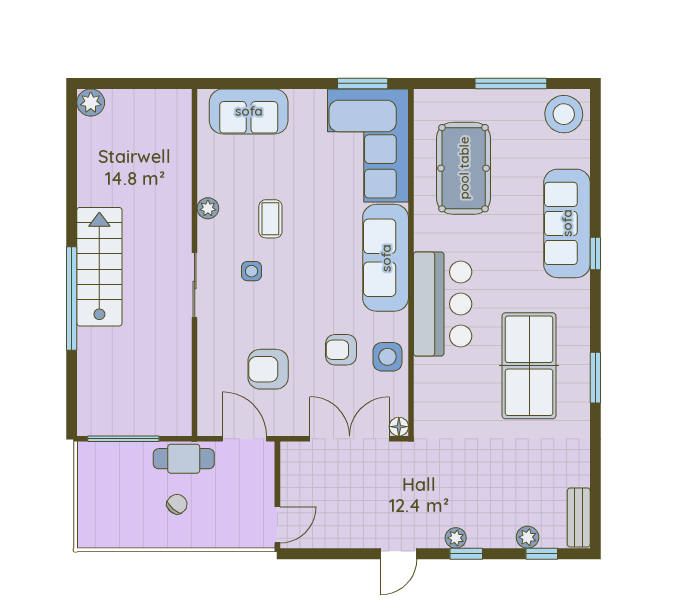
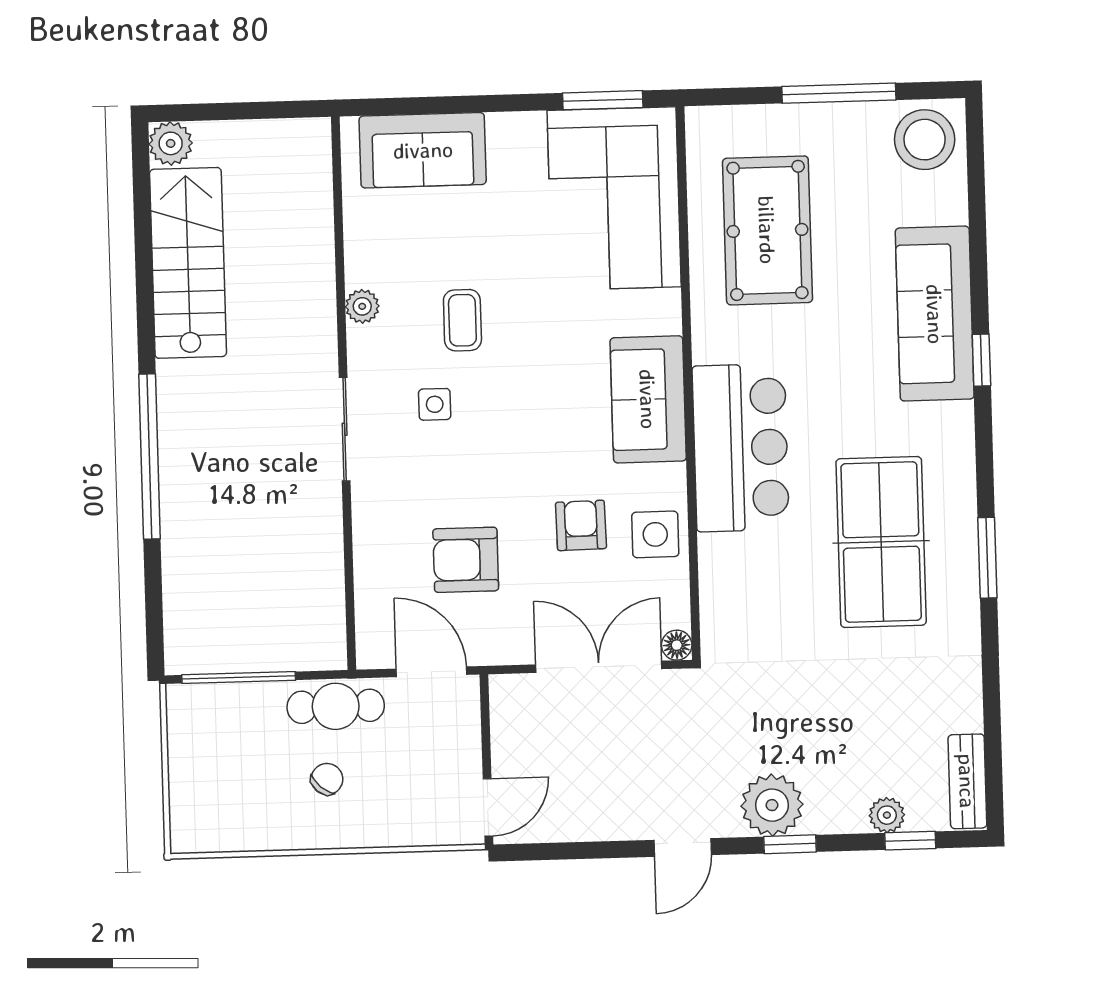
sofa: (386, 258) -> (648, 399), width x0.73
stairs: (99, 267) -> (188, 263), moved
armchair: (341, 350) -> (581, 525), turned 89
plant: (456, 538) -> (772, 805), width x1.88, depth x1.88

